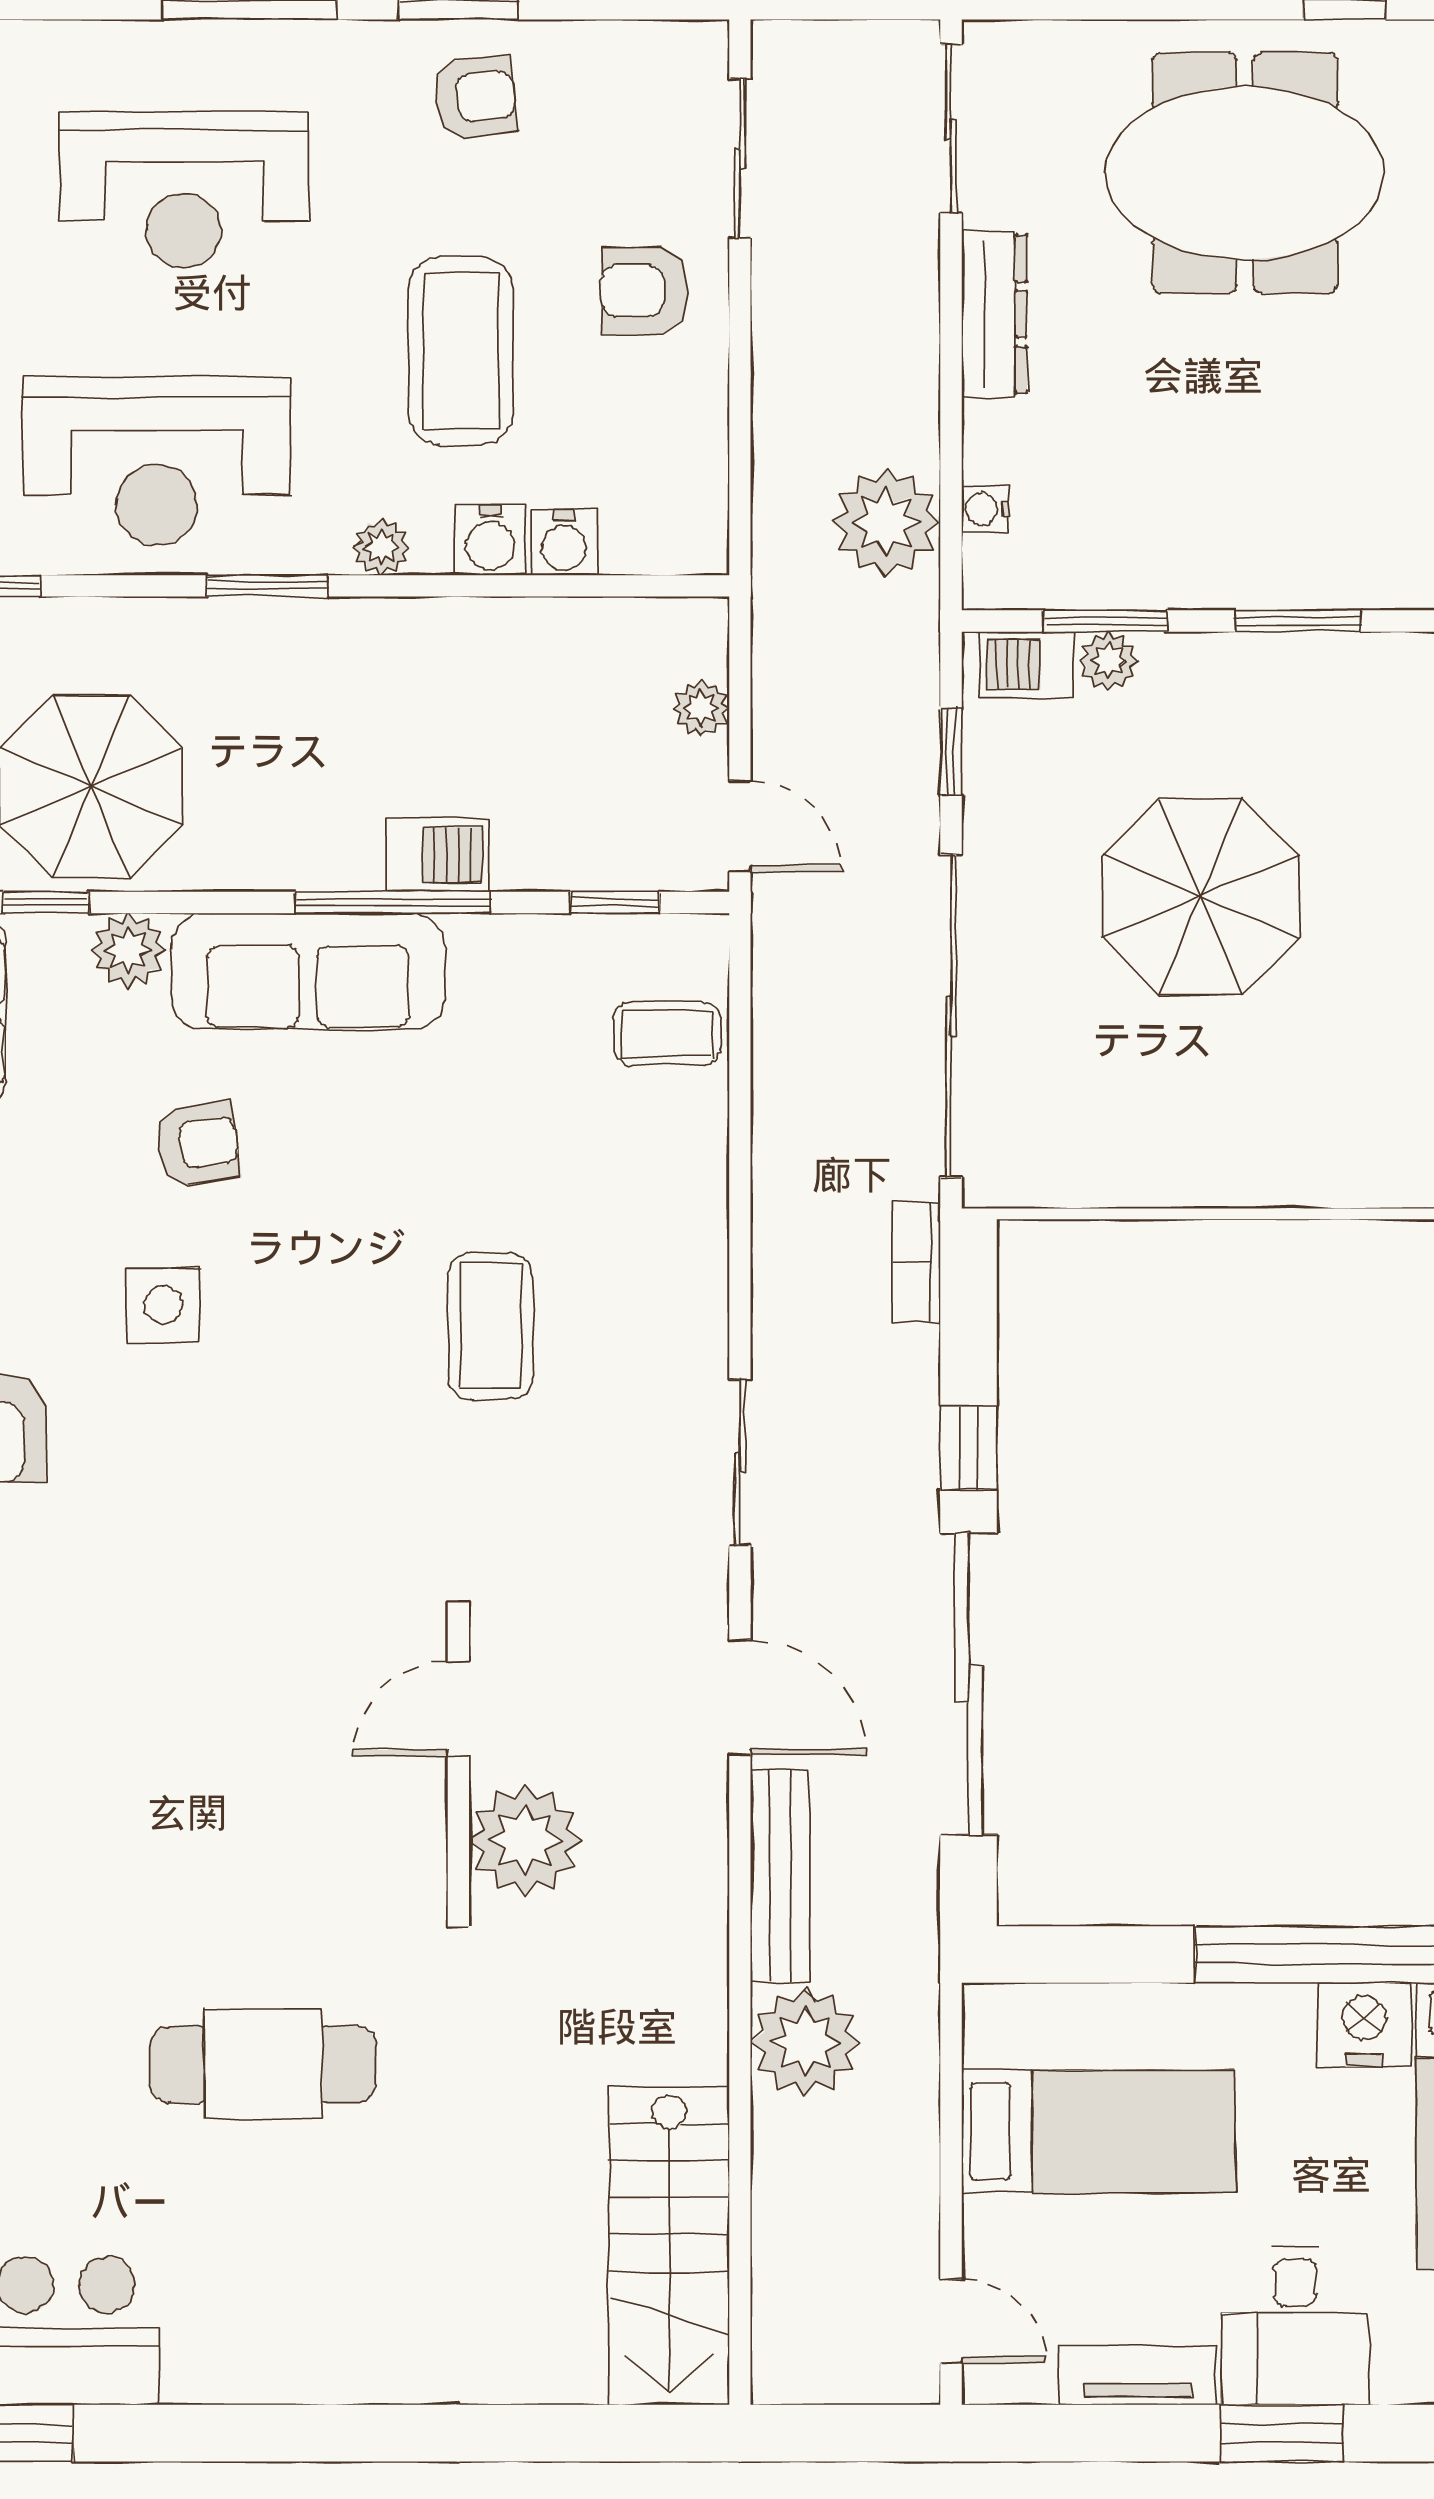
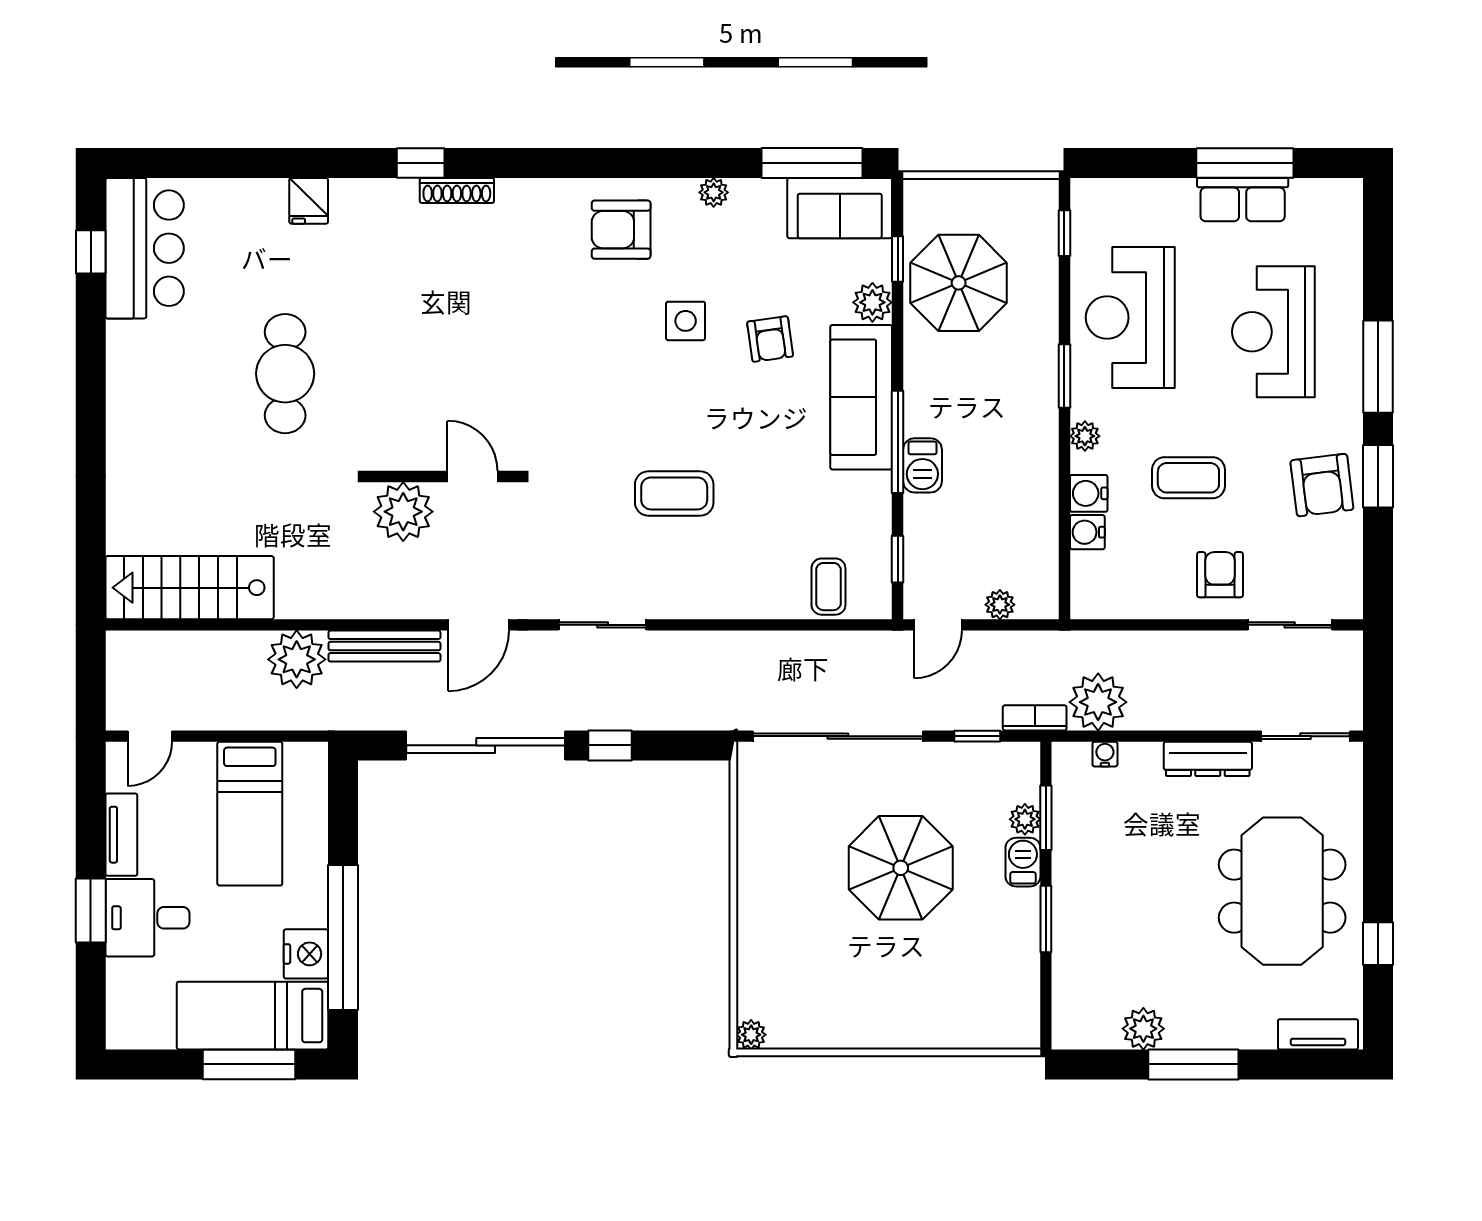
armchair: (475, 97) -> (1322, 485), width x1.38, depth x1.38
coffee table: (461, 351) -> (1188, 478), width x0.73, depth x0.76
barbecue: (1027, 665) -> (1023, 862), moved
bookcase: (916, 1262) -> (1035, 718), moved

